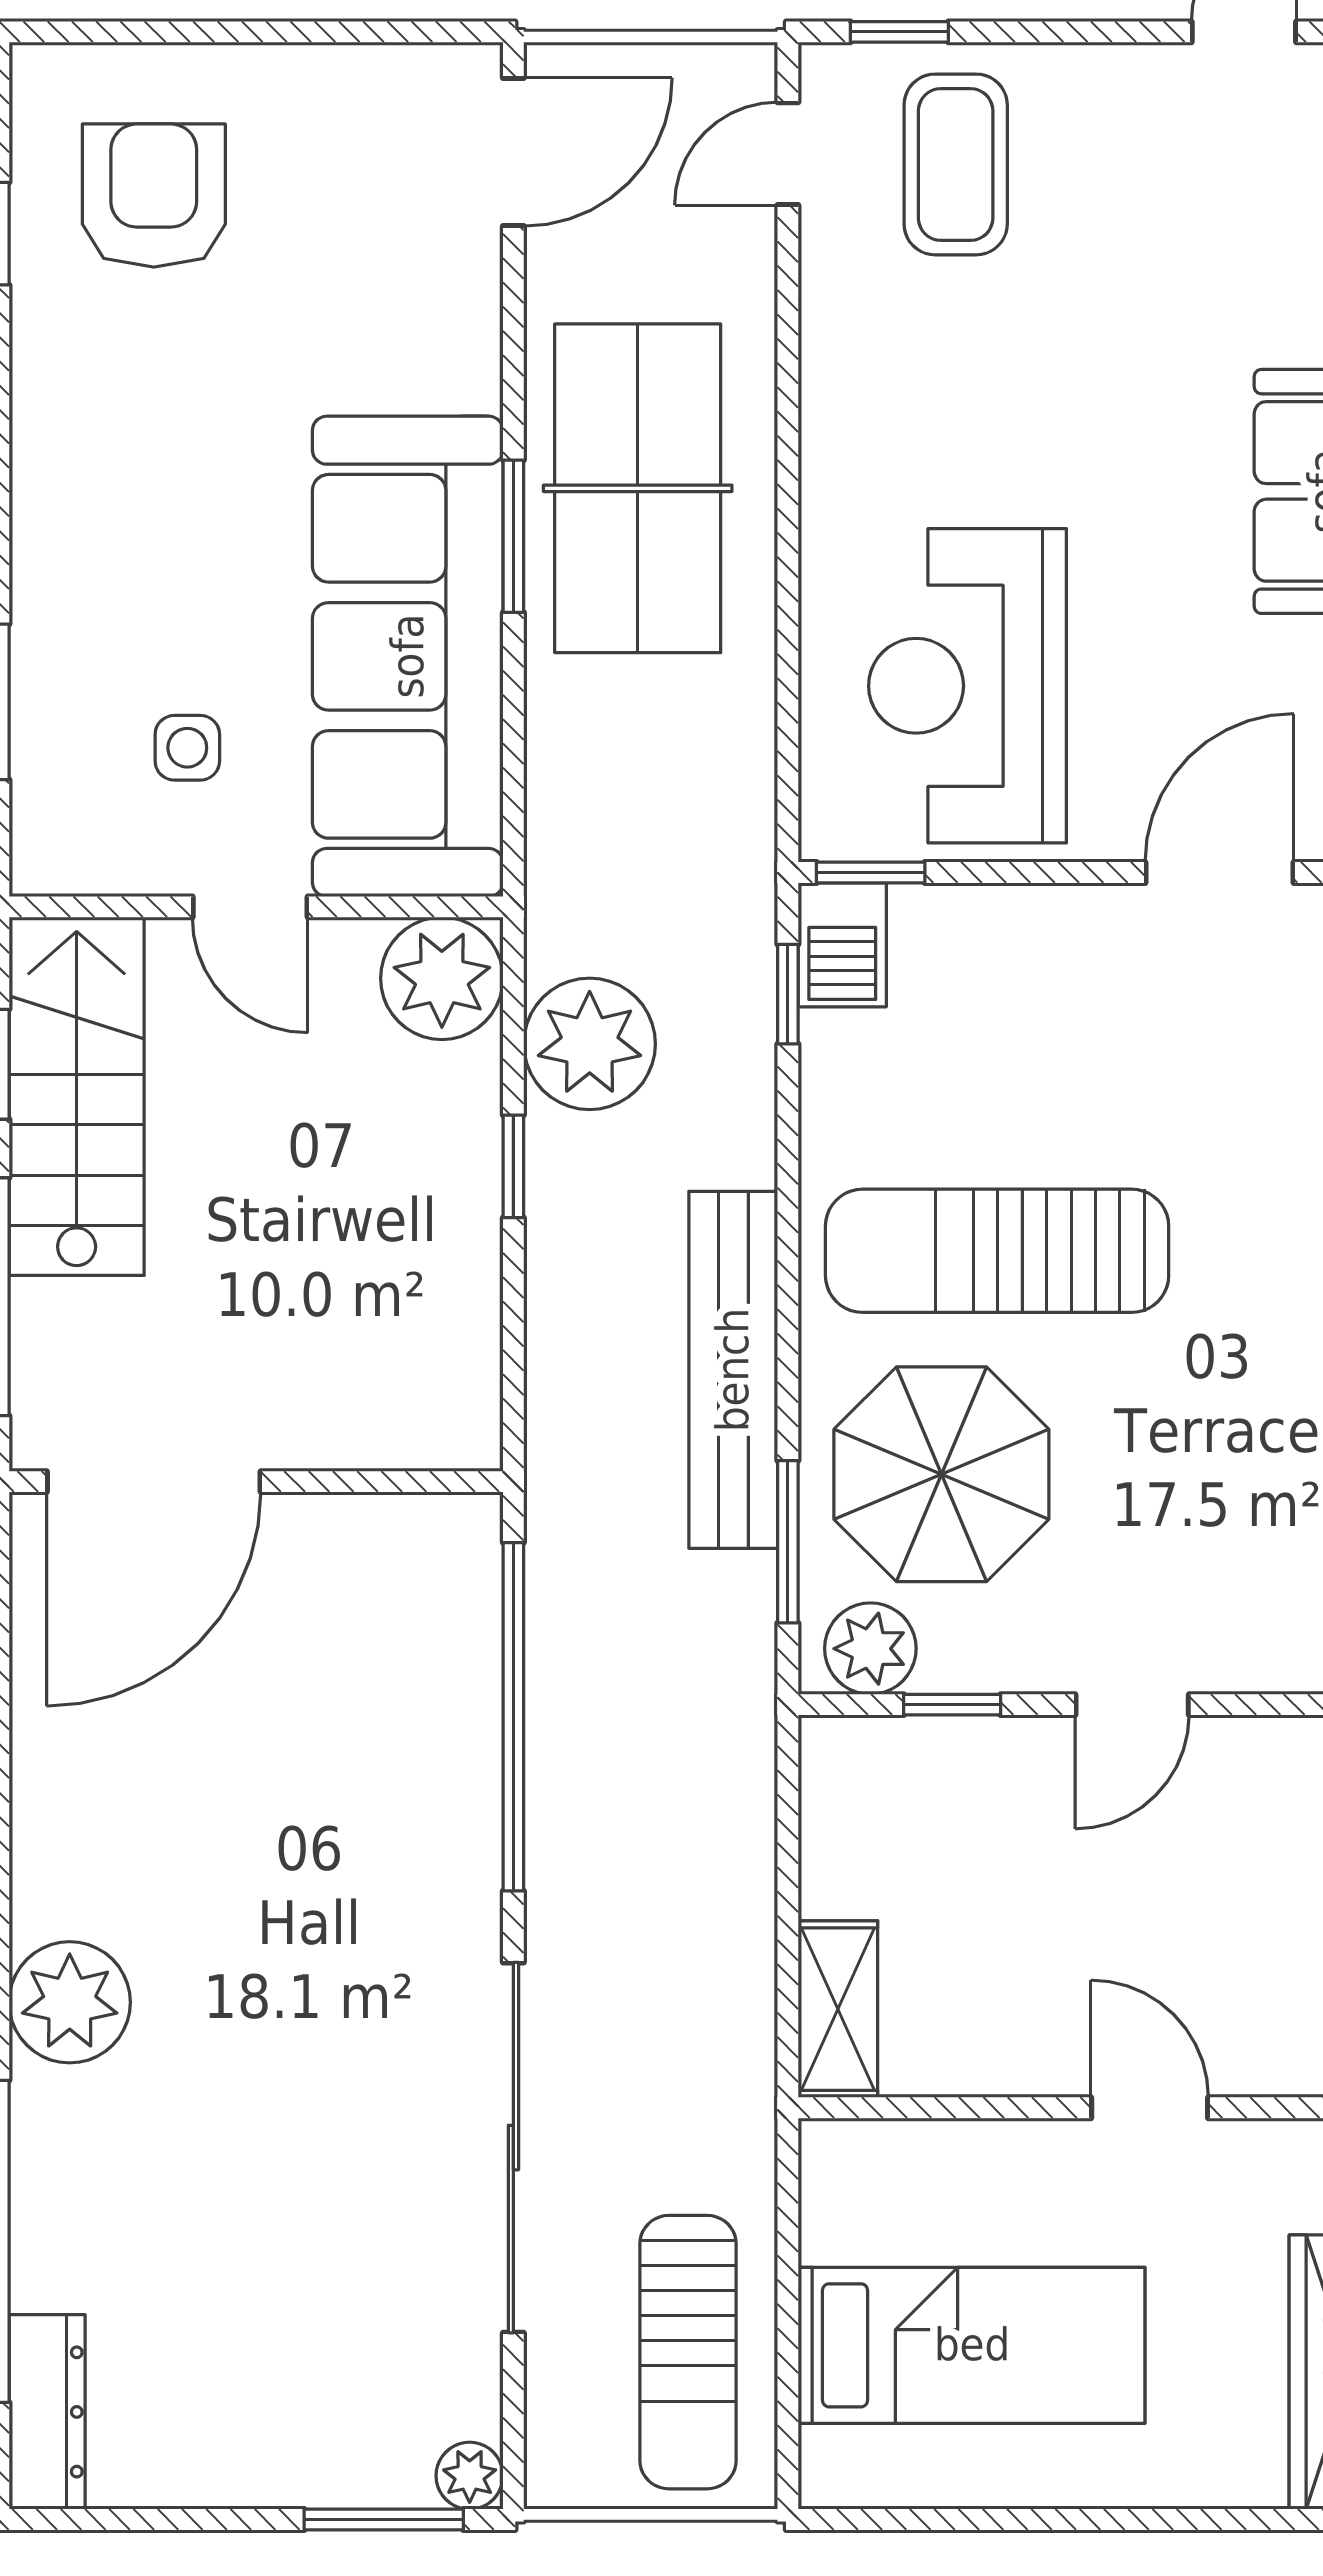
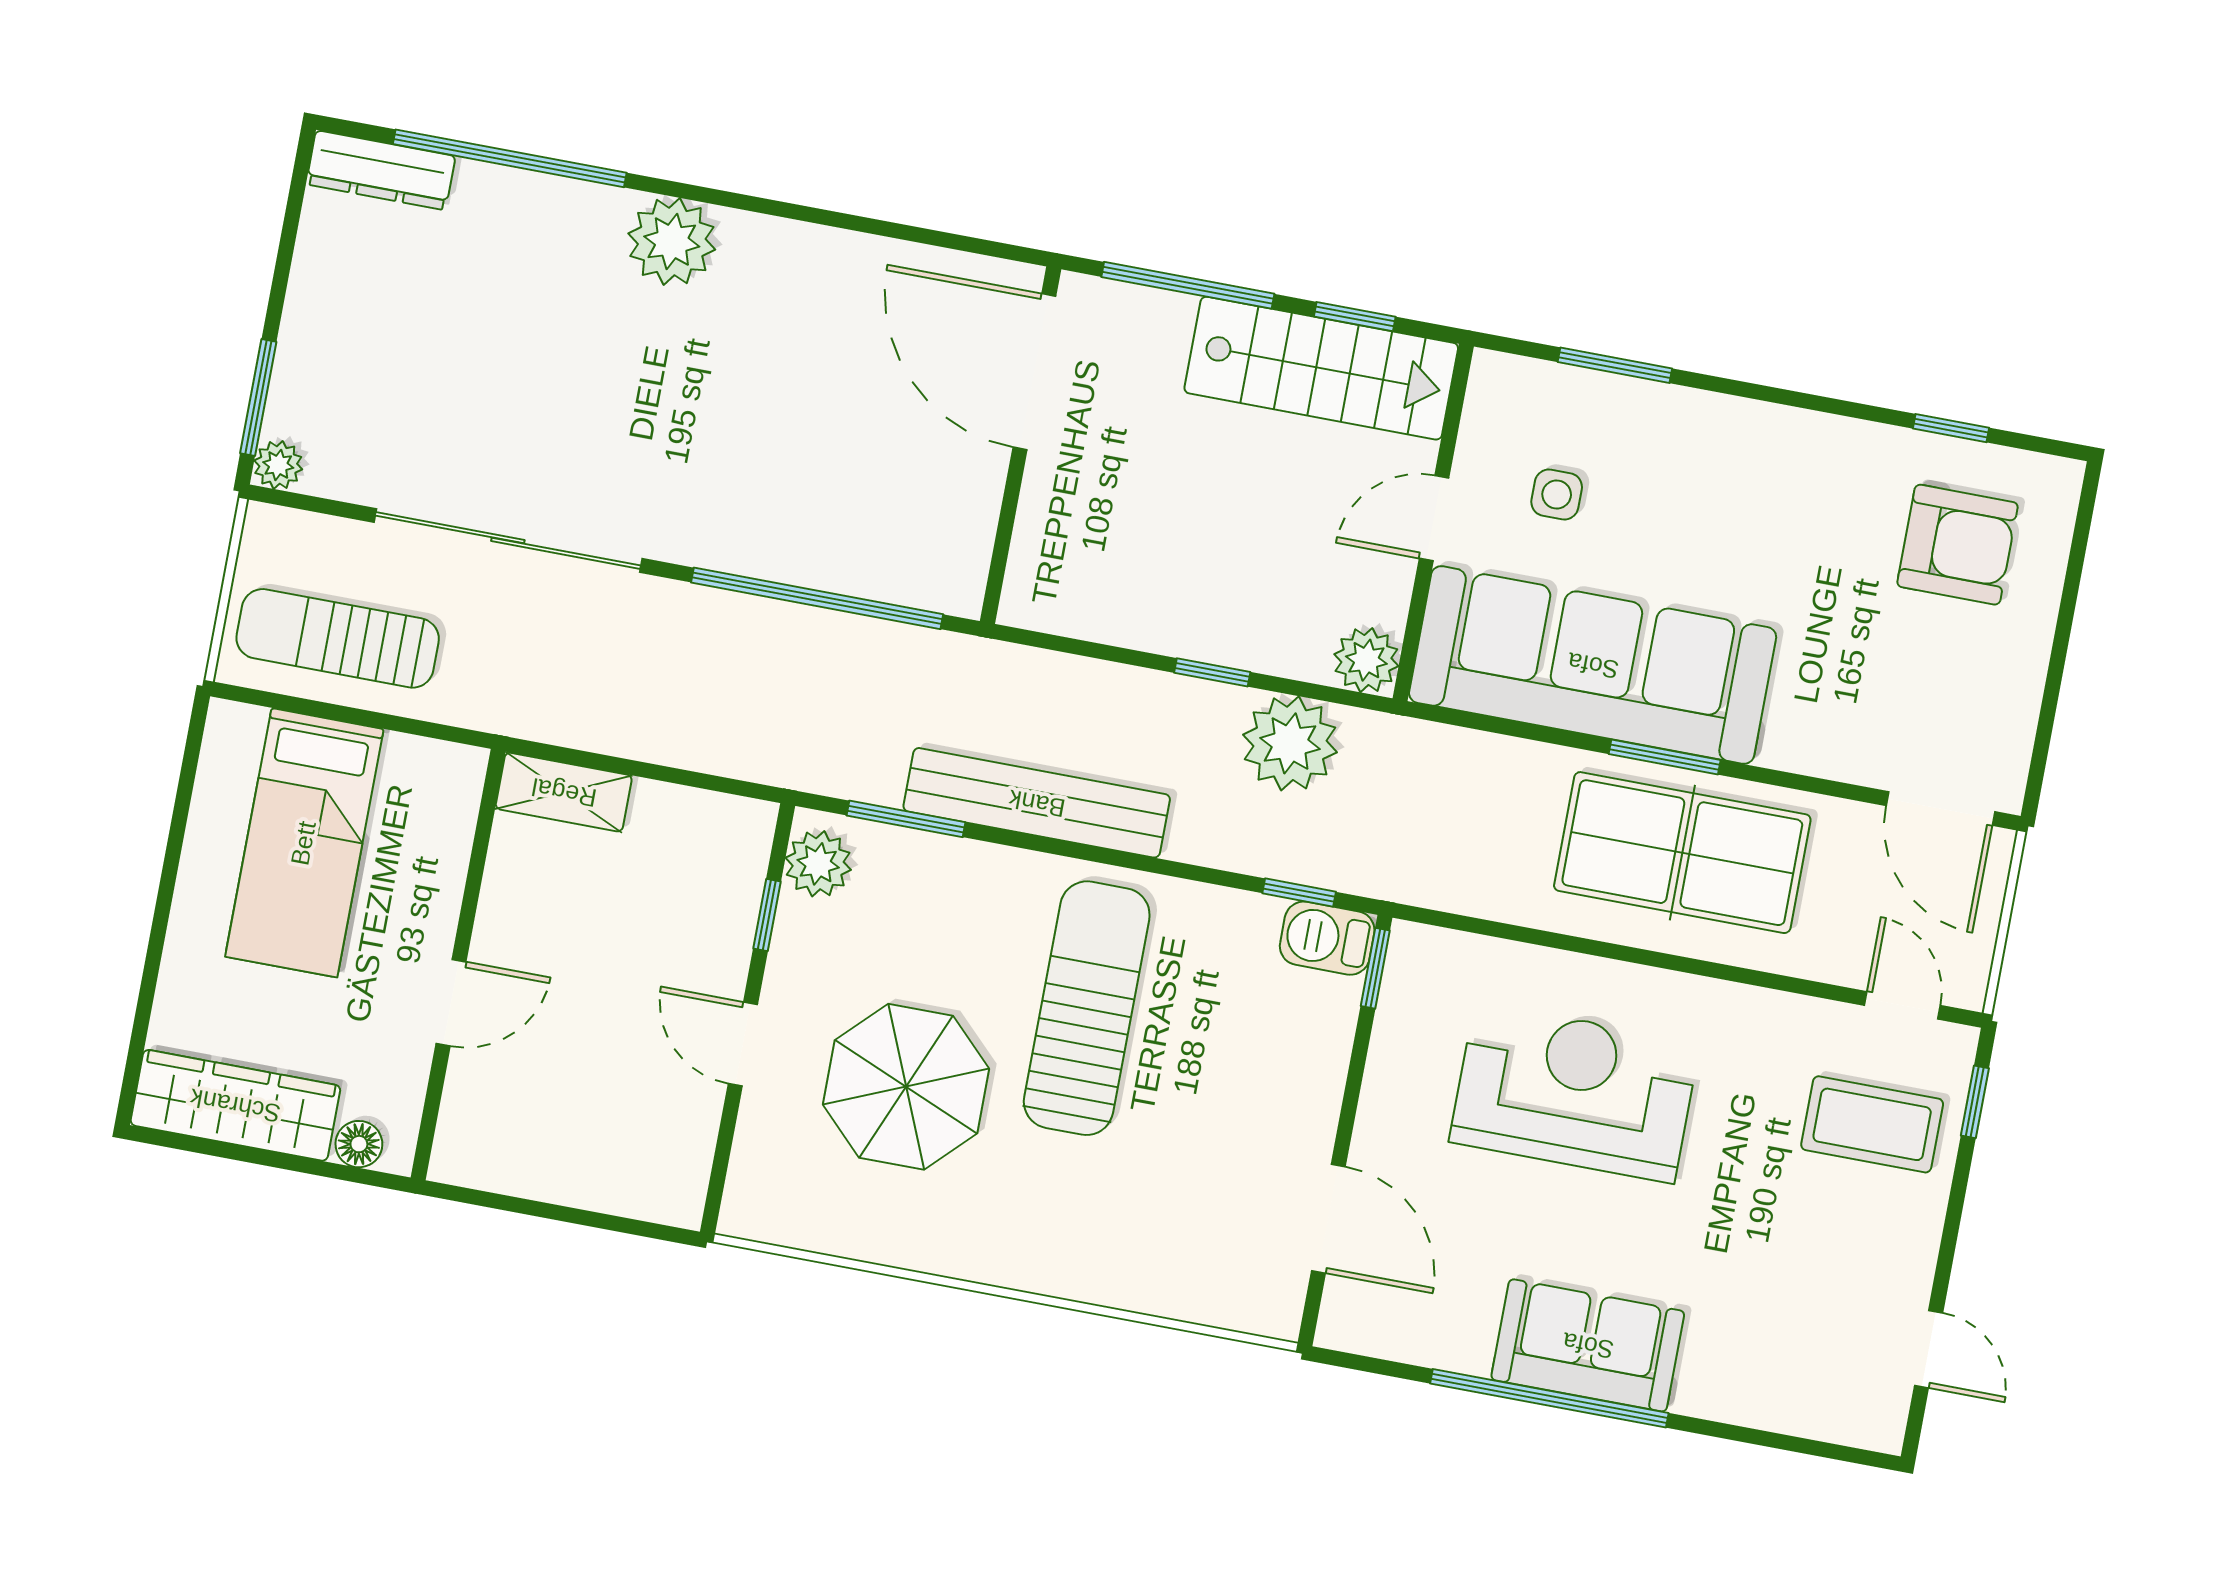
reception desk: (968, 686) -> (1575, 1092), moved
plant: (442, 978) -> (1366, 660), width x0.73, depth x0.73
parasol: (941, 1474) -> (906, 1087), moved

